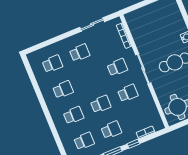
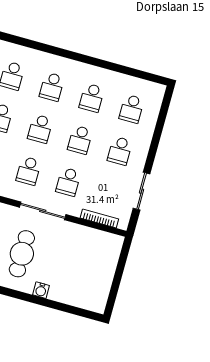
school desk: (90, 78) -> (80, 140), added

